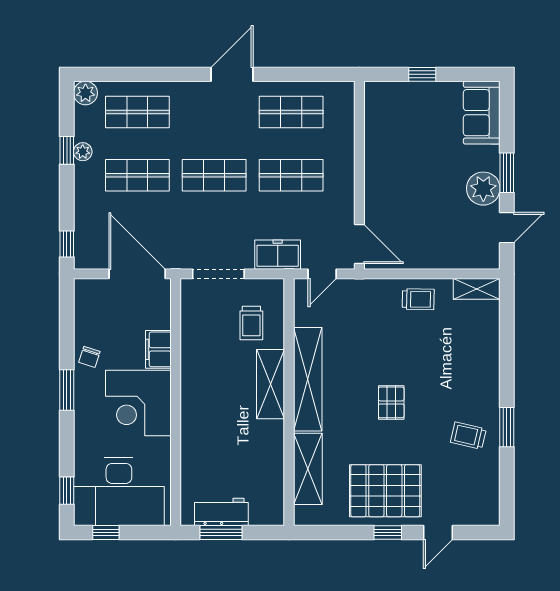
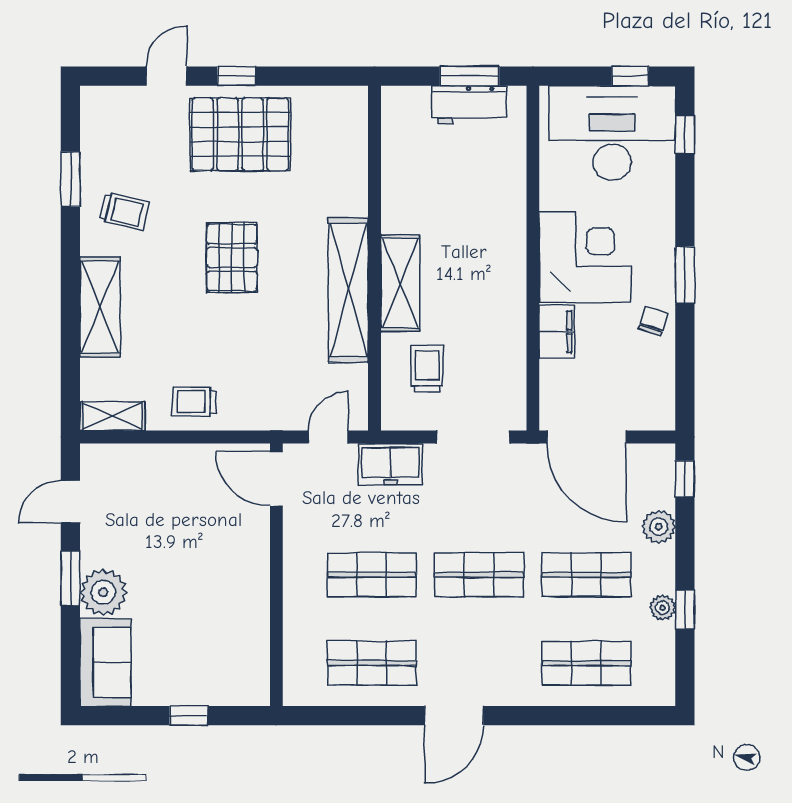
plant: (85, 93) -> (659, 527), moved
plant: (483, 189) -> (103, 592), moved
pallet: (391, 402) -> (232, 258), width x1.50, depth x1.42
window: (507, 427) -> (70, 179), moved
shelving: (308, 469) -> (100, 307), moved

